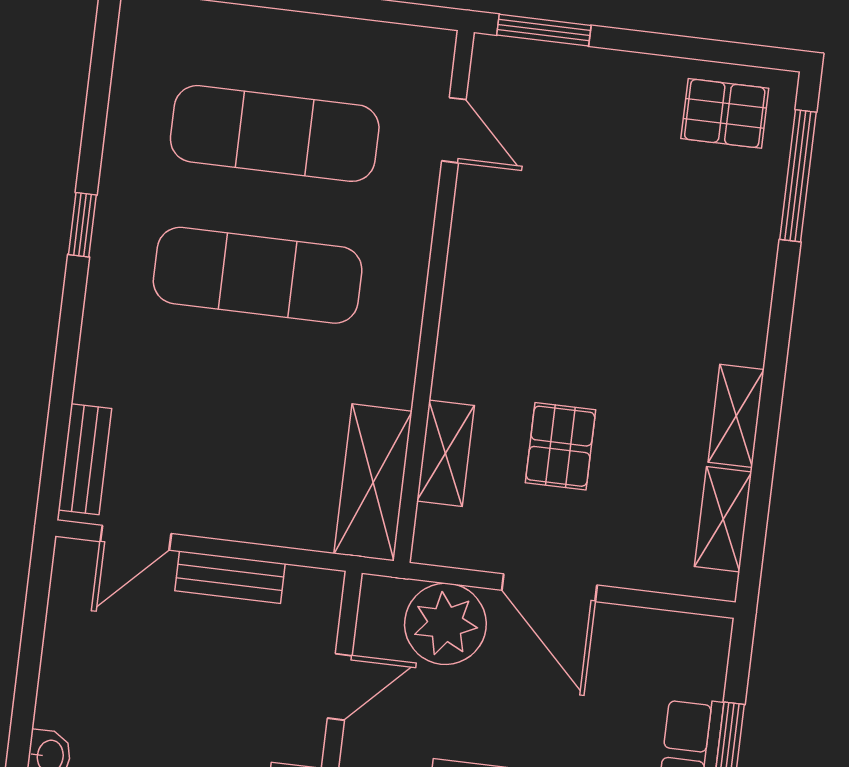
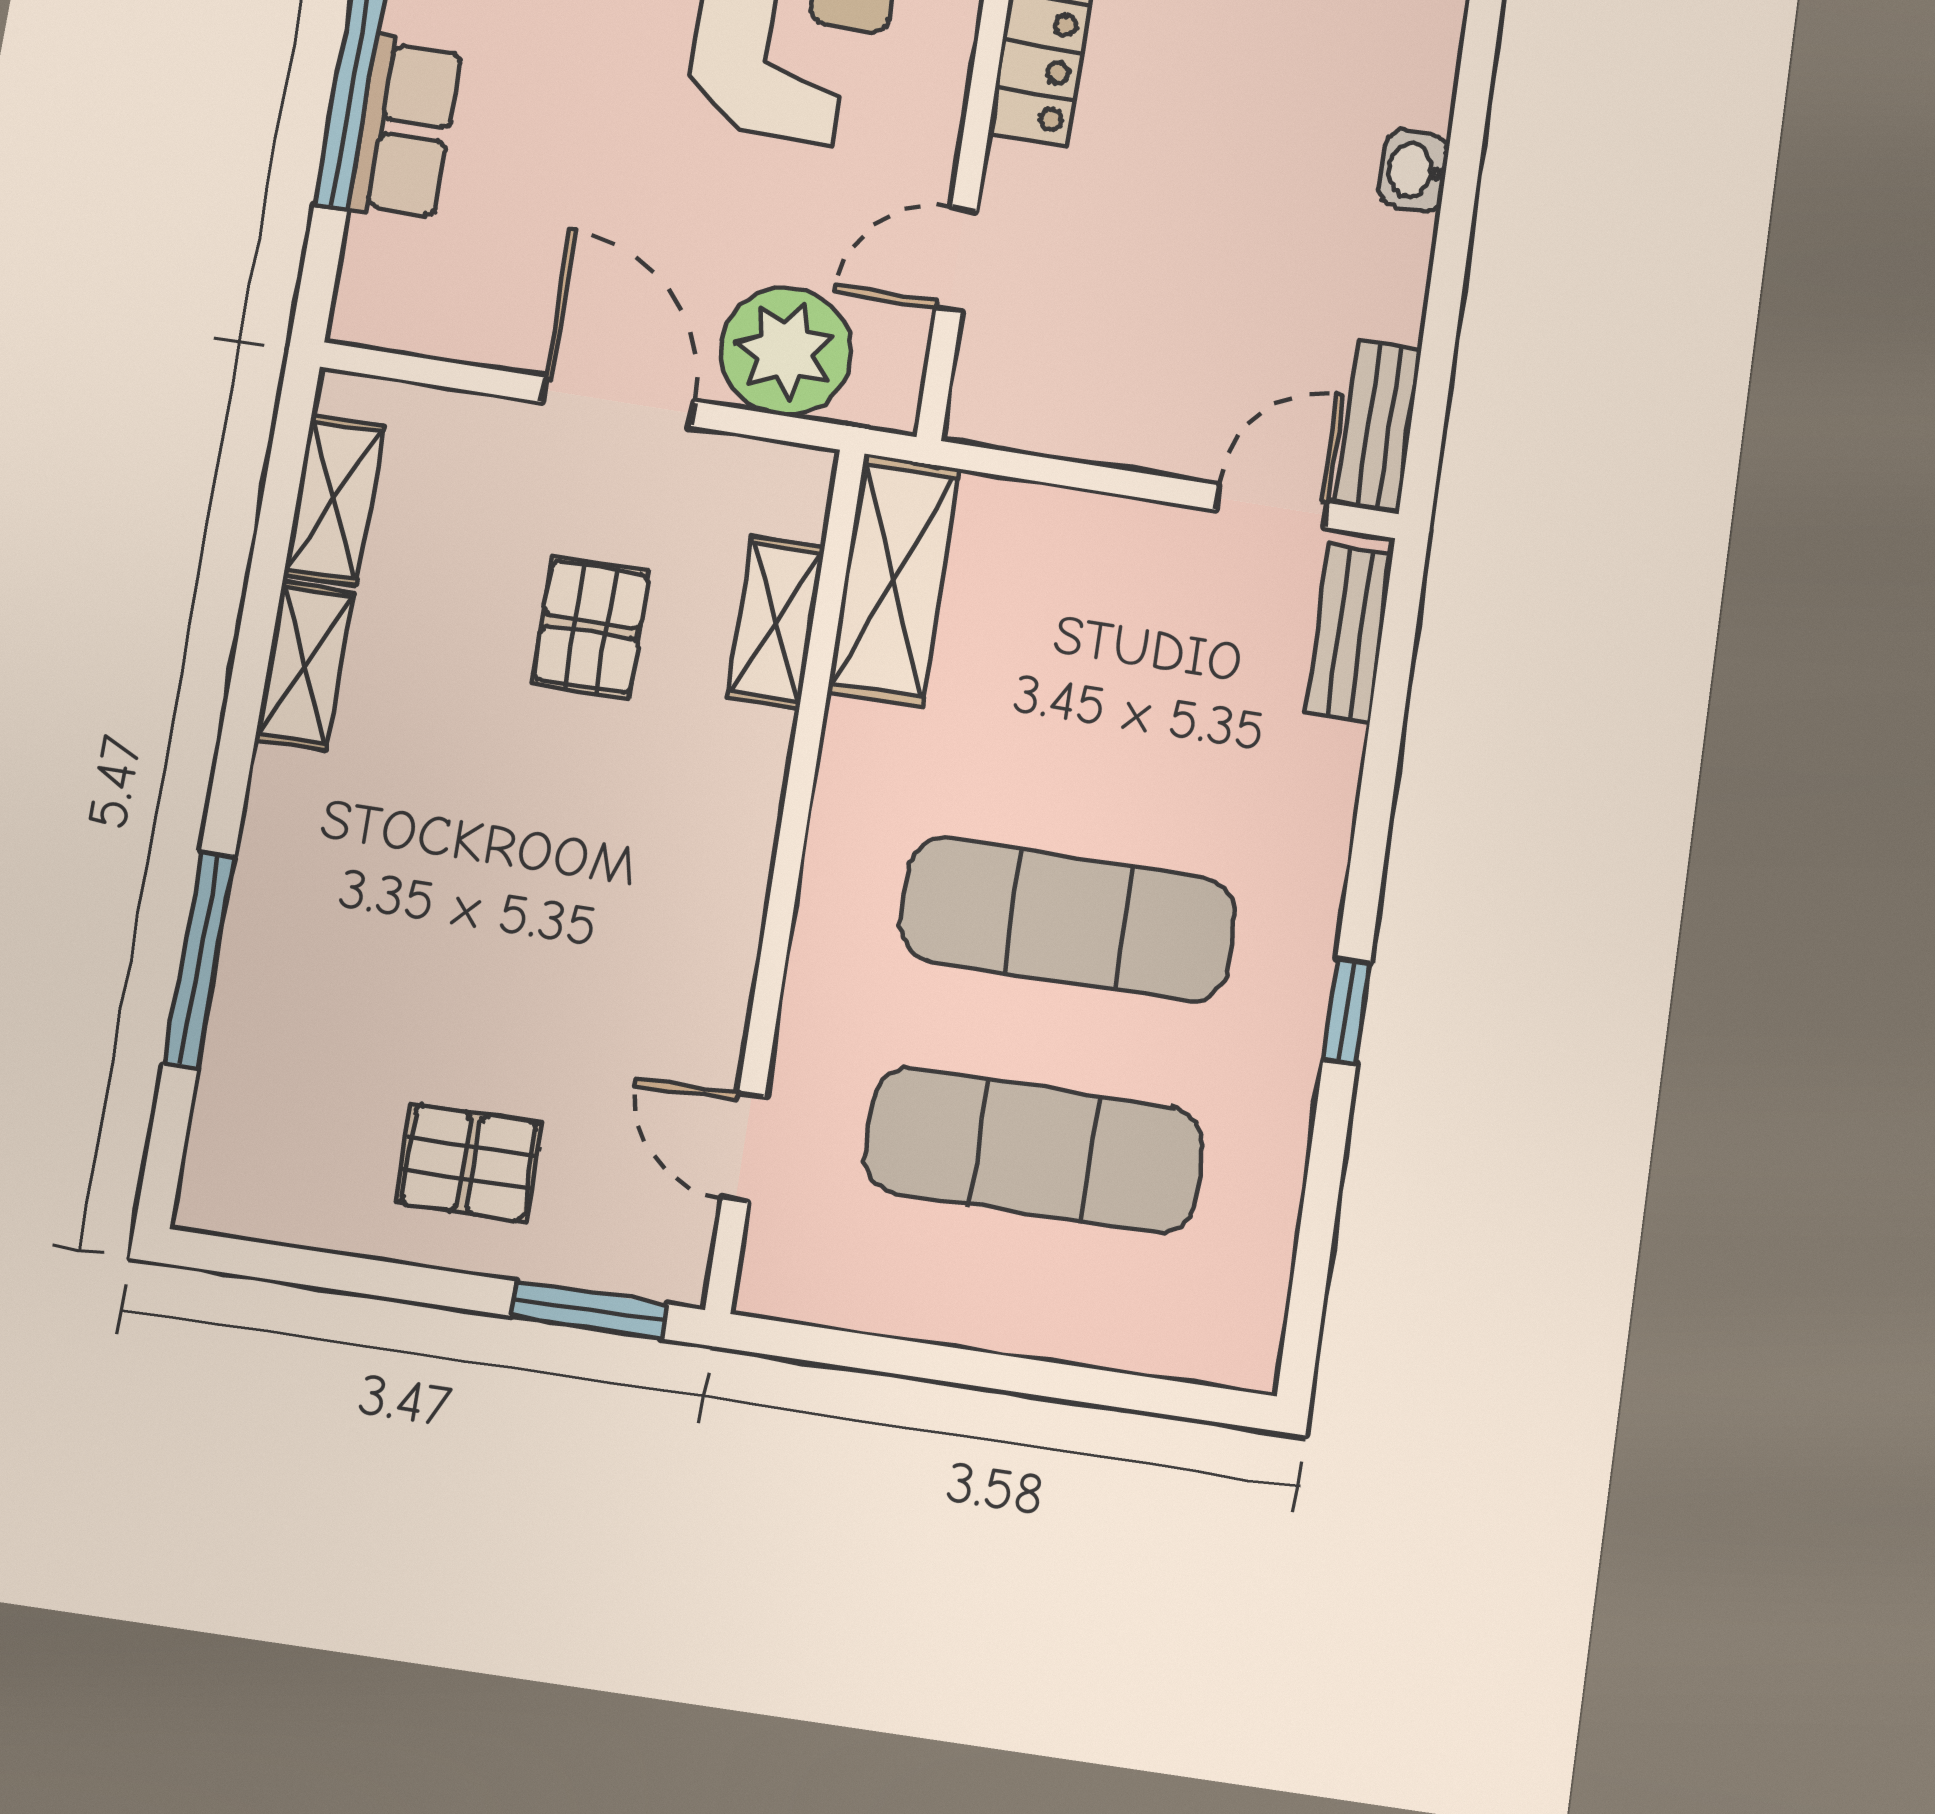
pallet: (725, 113) -> (469, 1163), moved
window: (798, 176) -> (199, 960), moved
bench: (230, 577) -> (1379, 427), moved, turned 90

